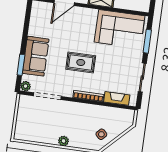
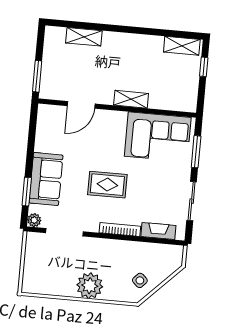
plant: (64, 141) -> (90, 286), width x1.88, depth x1.88

